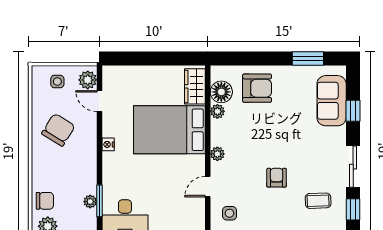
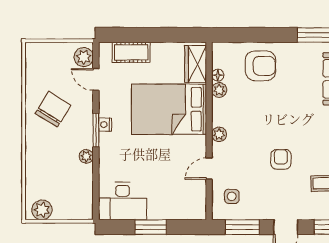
cot: (133, 75) -> (131, 52), added
side table: (57, 81) -> (52, 59), removed
floor lamp: (221, 92) -> (218, 75), width x0.53, depth x0.53
chair: (45, 201) -> (39, 183), removed
window: (99, 201) -> (96, 130), moved
plant: (90, 202) -> (86, 156), moved

